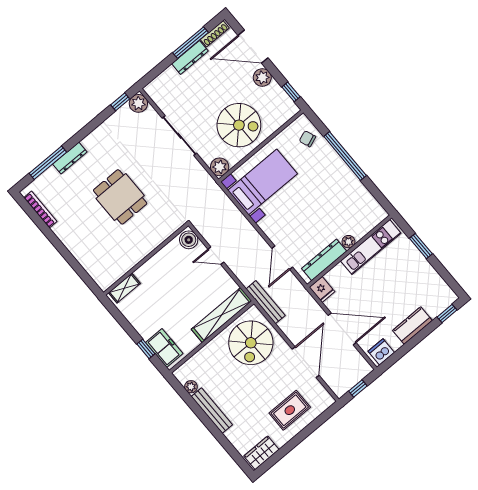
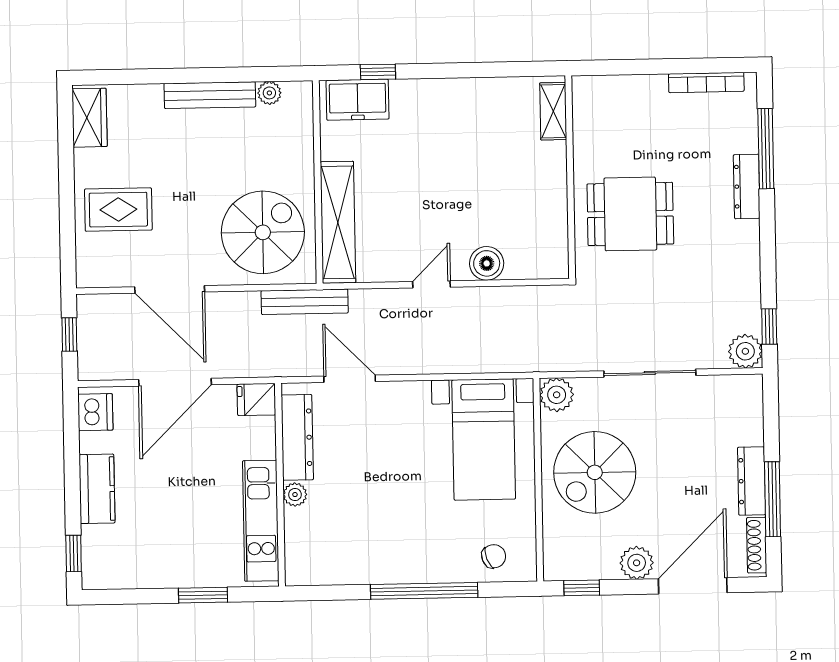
wall: (146, 259) -> (570, 177), moved
shelving: (124, 288) -> (553, 111), moved
spiral stairs: (251, 343) -> (263, 232), turned 90
rug: (290, 410) -> (118, 210), turned 90

